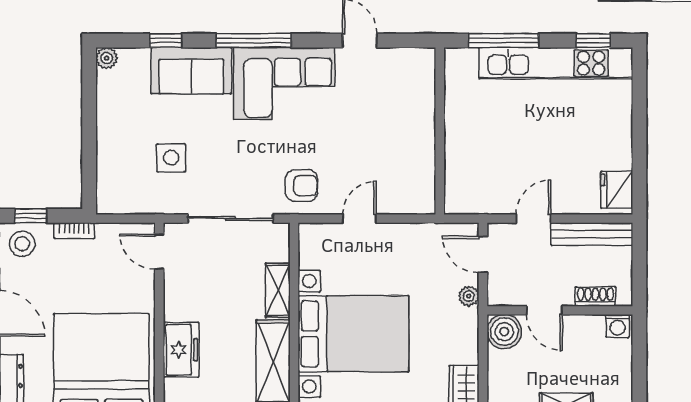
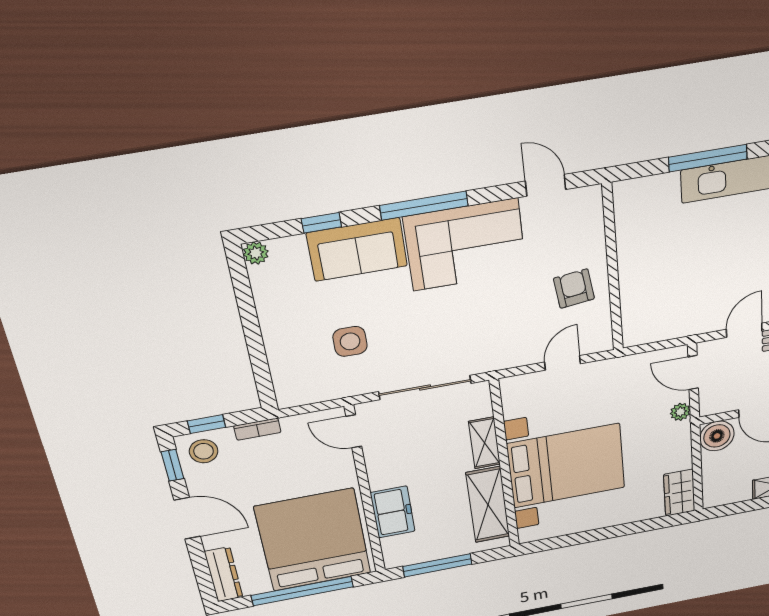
wall: (440, 131) -> (613, 269), moved
armchair: (302, 186) -> (574, 289), moved, turned -97

